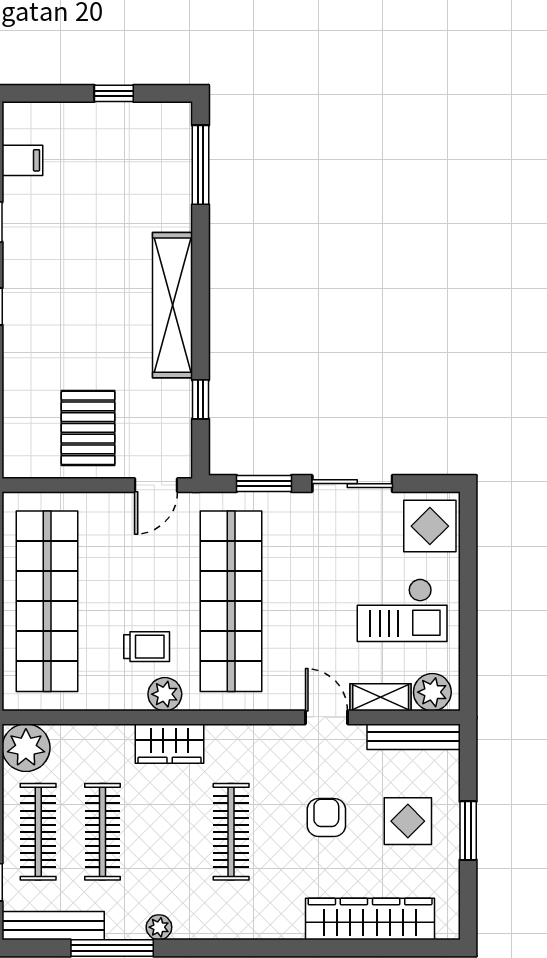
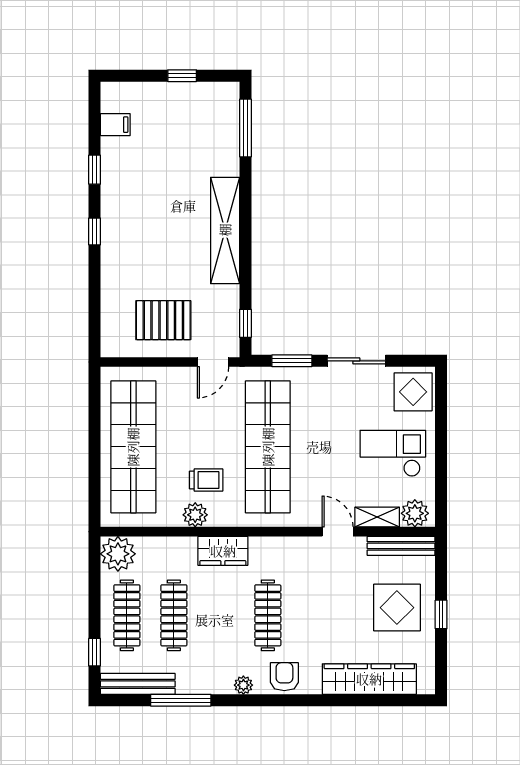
window: (200, 399) -> (245, 323), moved
pallet: (88, 428) -> (163, 320), turned 90
checkout: (402, 610) -> (393, 453), turned 180
plant: (165, 694) -> (195, 515), moved
armchair: (326, 817) -> (284, 677), moved
display table: (408, 821) -> (397, 608), width x1.36, depth x1.36
window: (468, 831) -> (441, 614), width x0.67
plant: (159, 927) -> (243, 685), moved

